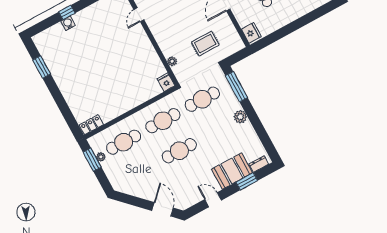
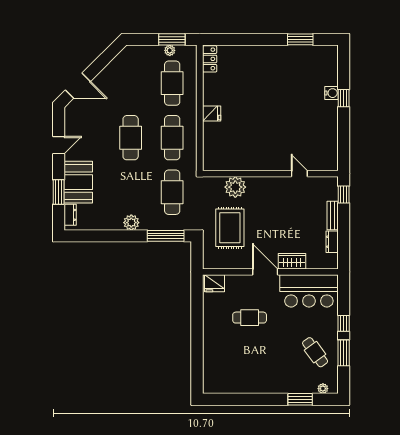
rug: (205, 44) -> (230, 228), width x1.36, depth x1.43
plant: (172, 61) -> (235, 187), width x1.87, depth x1.87
fridge: (166, 82) -> (212, 114), moved

